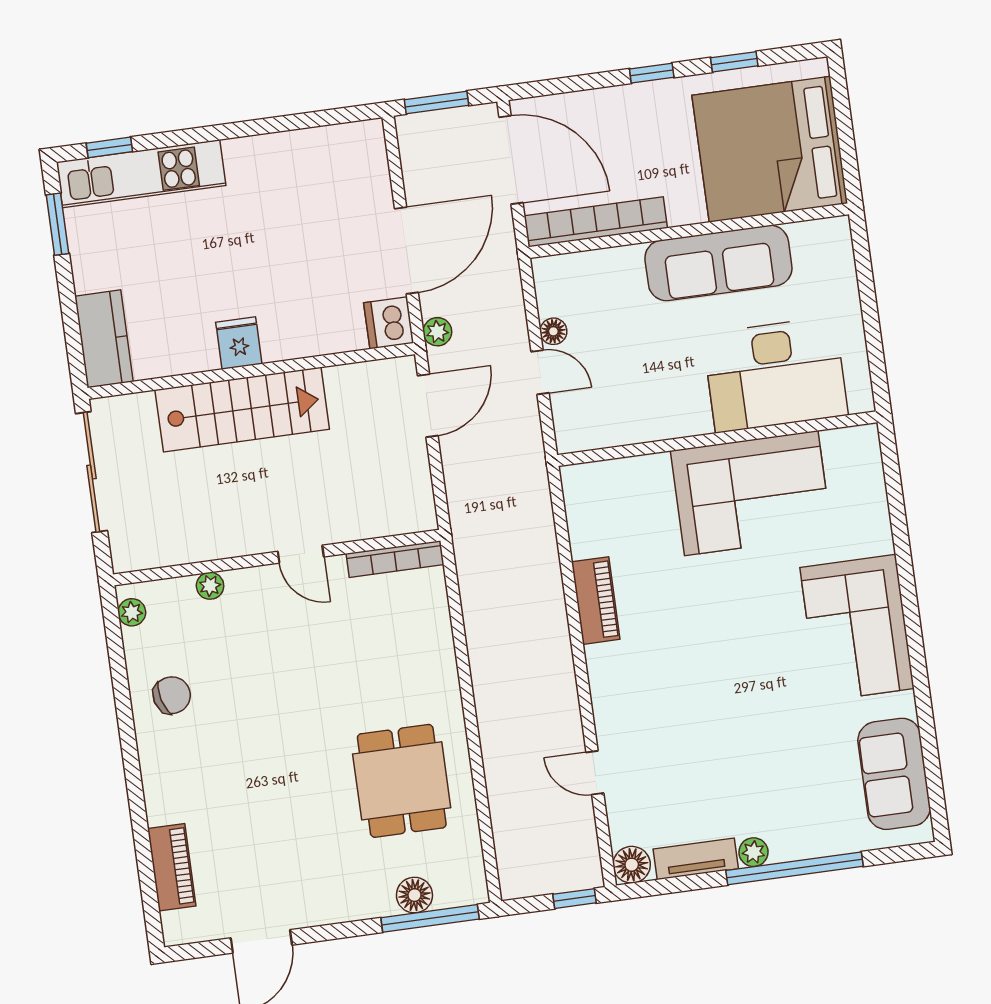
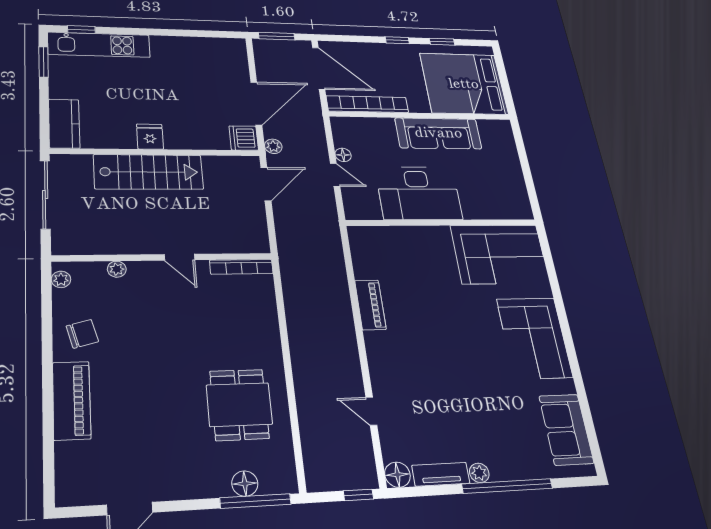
desk: (775, 375) -> (419, 193), moved
corner sofa: (751, 493) -> (500, 254), moved
piano: (172, 867) -> (72, 400), moved, width x1.37, depth x1.33

